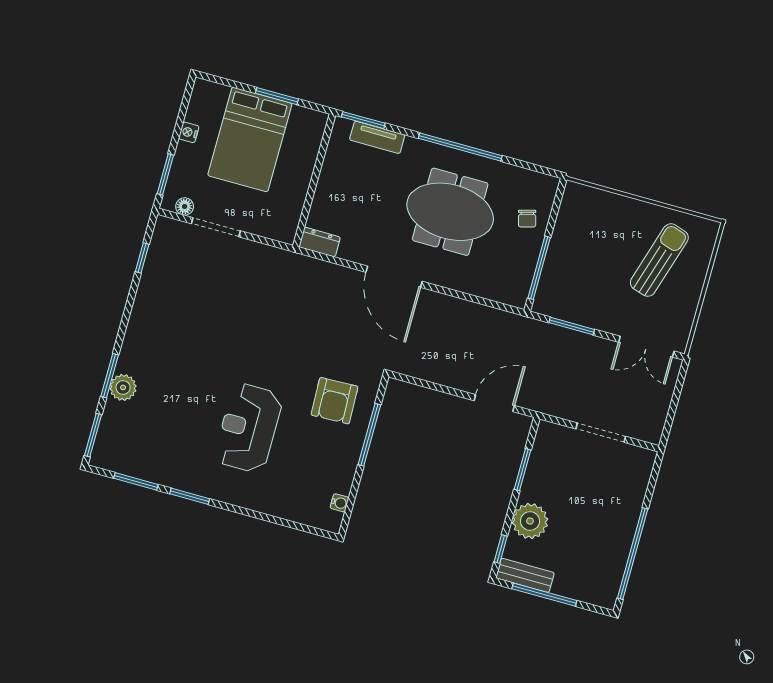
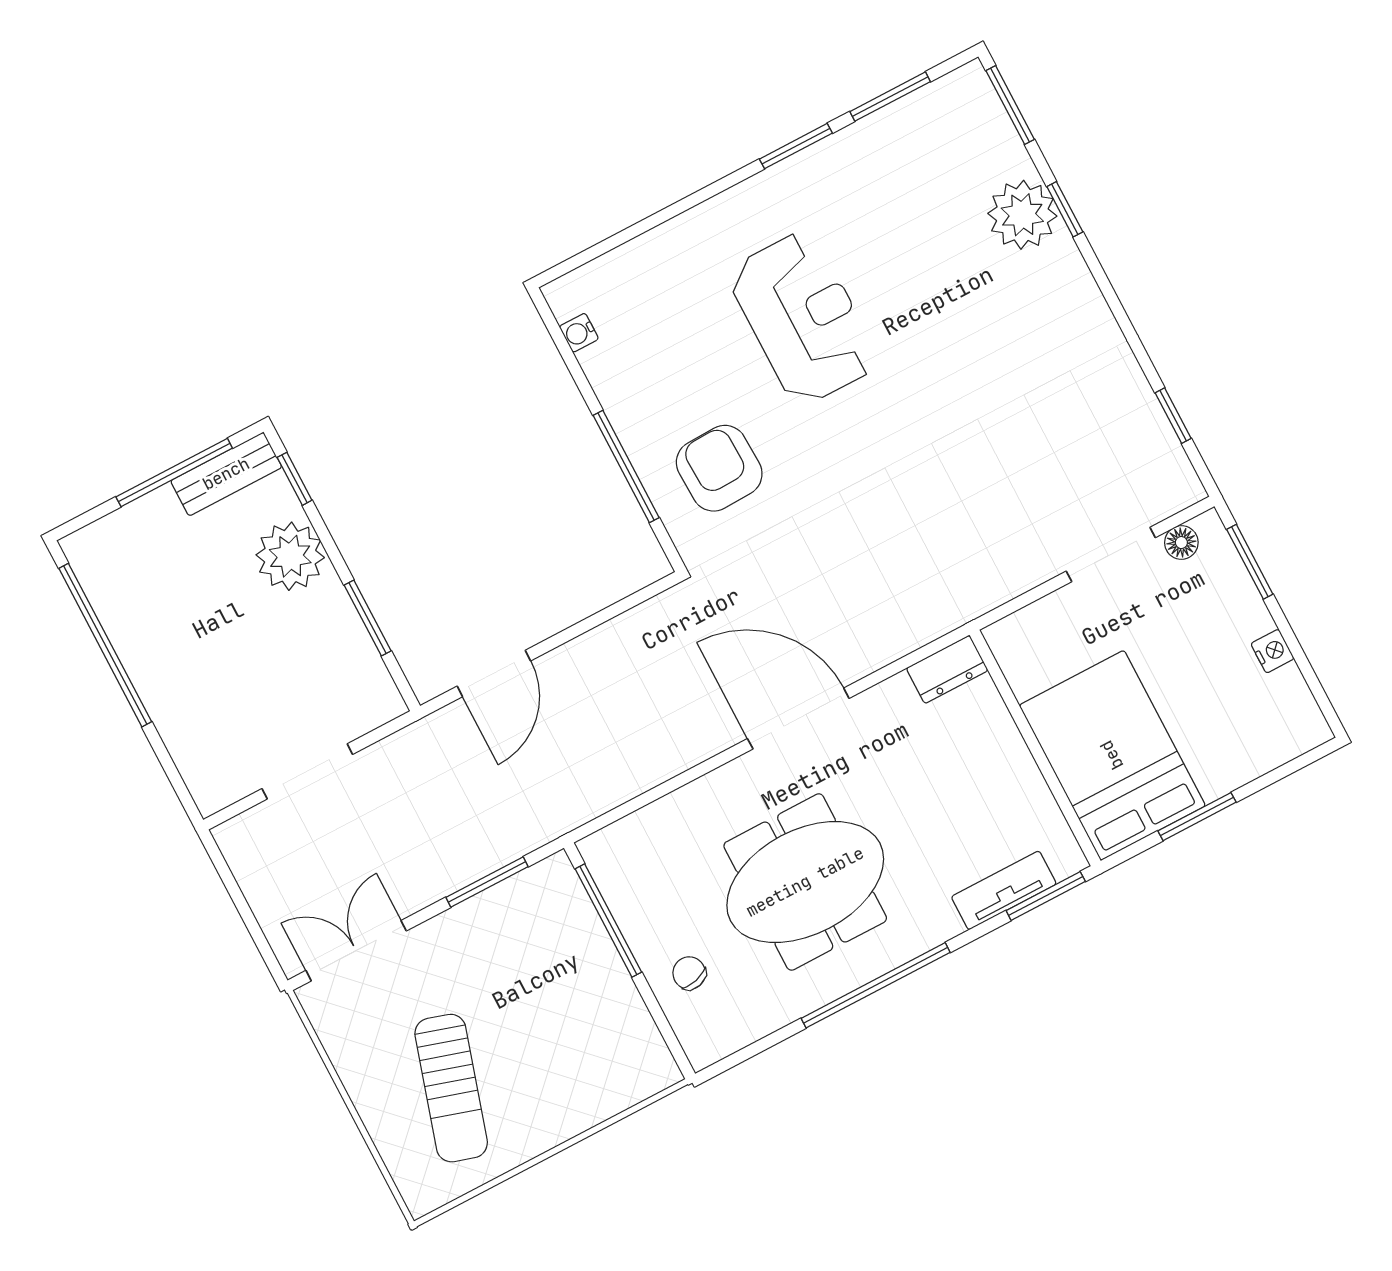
bed: (250, 140) -> (1112, 755), moved
window: (110, 376) -> (1065, 209), width x0.67
plant: (123, 387) -> (1022, 215), width x1.36, depth x1.36

